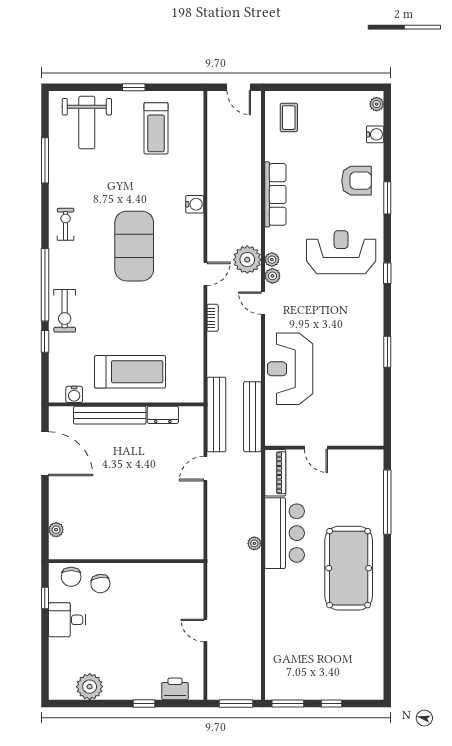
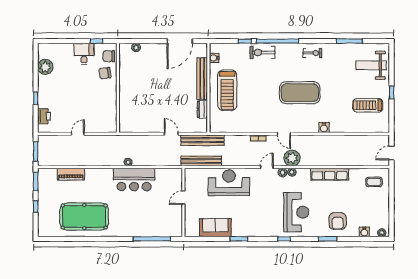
sofa: (368, 392) -> (215, 228), added
piano: (275, 473) -> (71, 174), moved
pool table: (349, 568) -> (84, 217), moved

